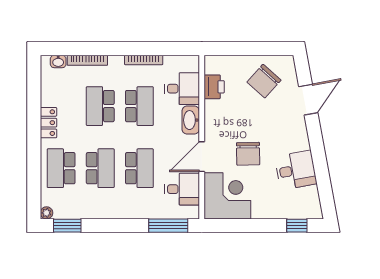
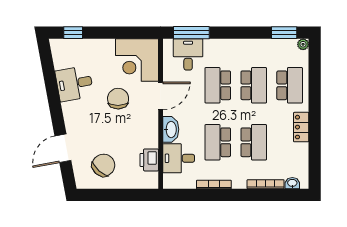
school desk: (100, 168) -> (254, 85), turned 180
desk: (182, 189) -> (188, 54), moved, turned 90

